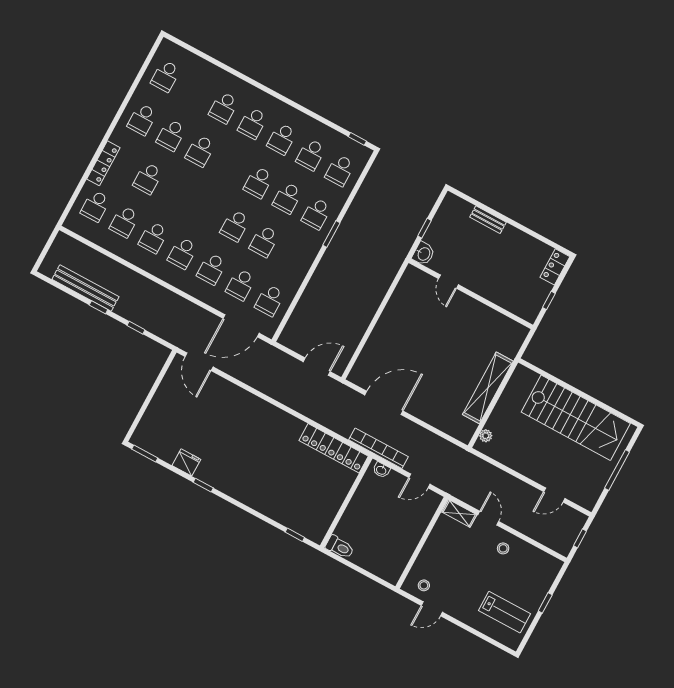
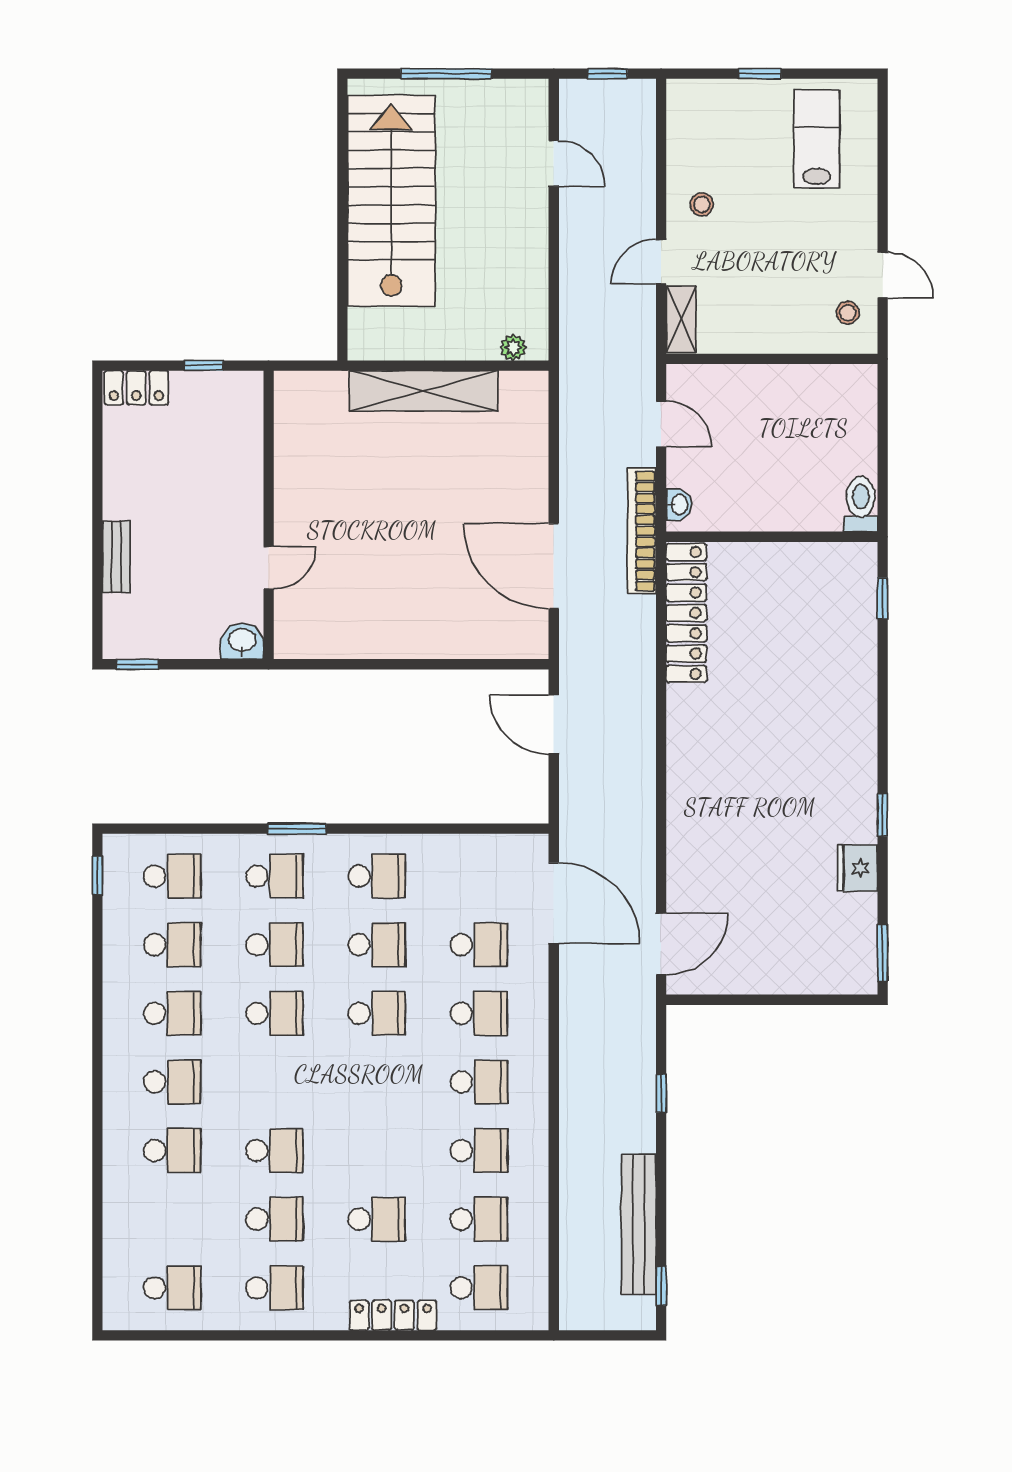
window: (425, 228) -> (138, 664), moved
school desk: (270, 300) -> (377, 876), moved
window: (98, 307) -> (661, 1286), moved

